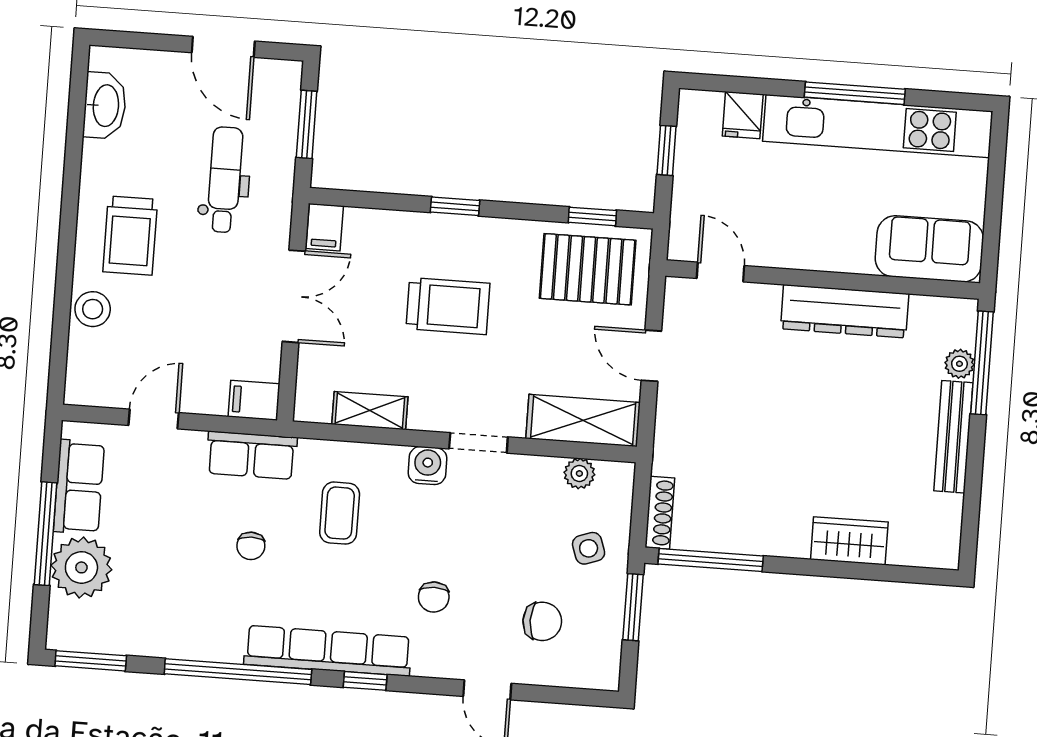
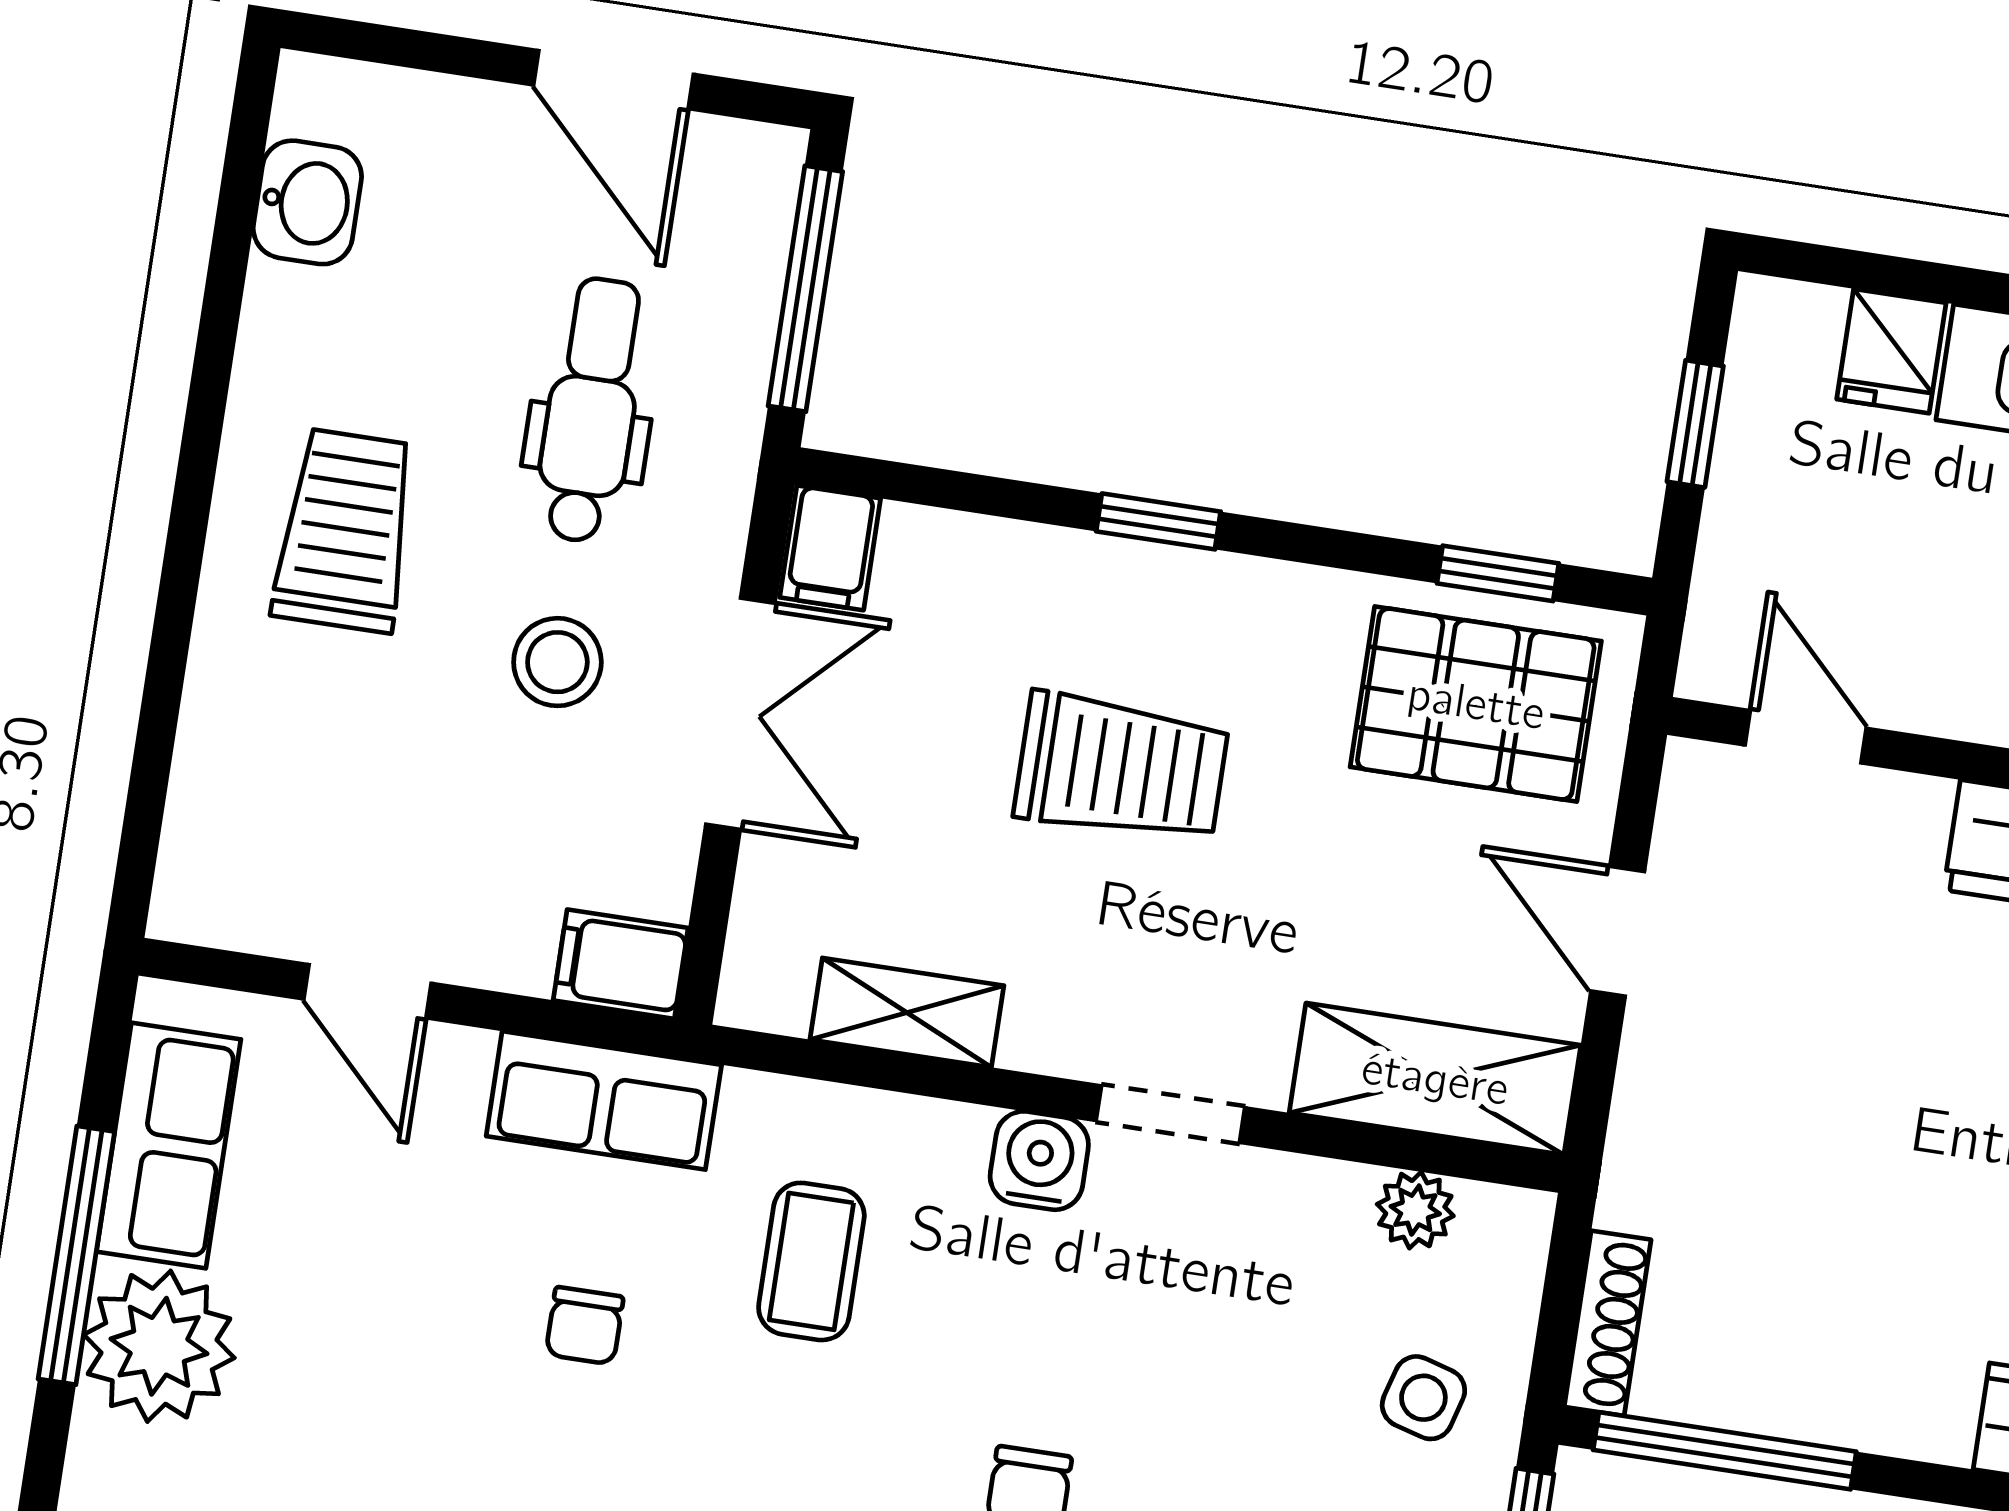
washbasin: (105, 106) -> (307, 202), width x0.72
window: (307, 124) -> (805, 289), width x1.44
trolley: (130, 236) -> (345, 531), turned 180
stool: (93, 309) -> (557, 662), moved
door: (154, 419) -> (367, 991), swing flipped
side table: (589, 548) -> (1423, 1398), turned 35

